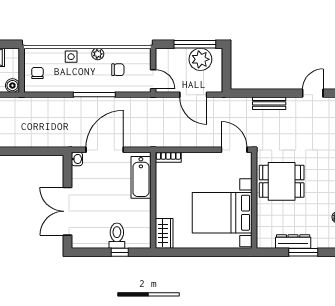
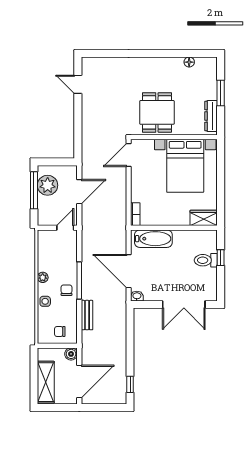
chair: (118, 70) -> (67, 290), moved
bench: (269, 103) -> (87, 315), moved
dresser: (293, 242) -> (211, 116), moved

